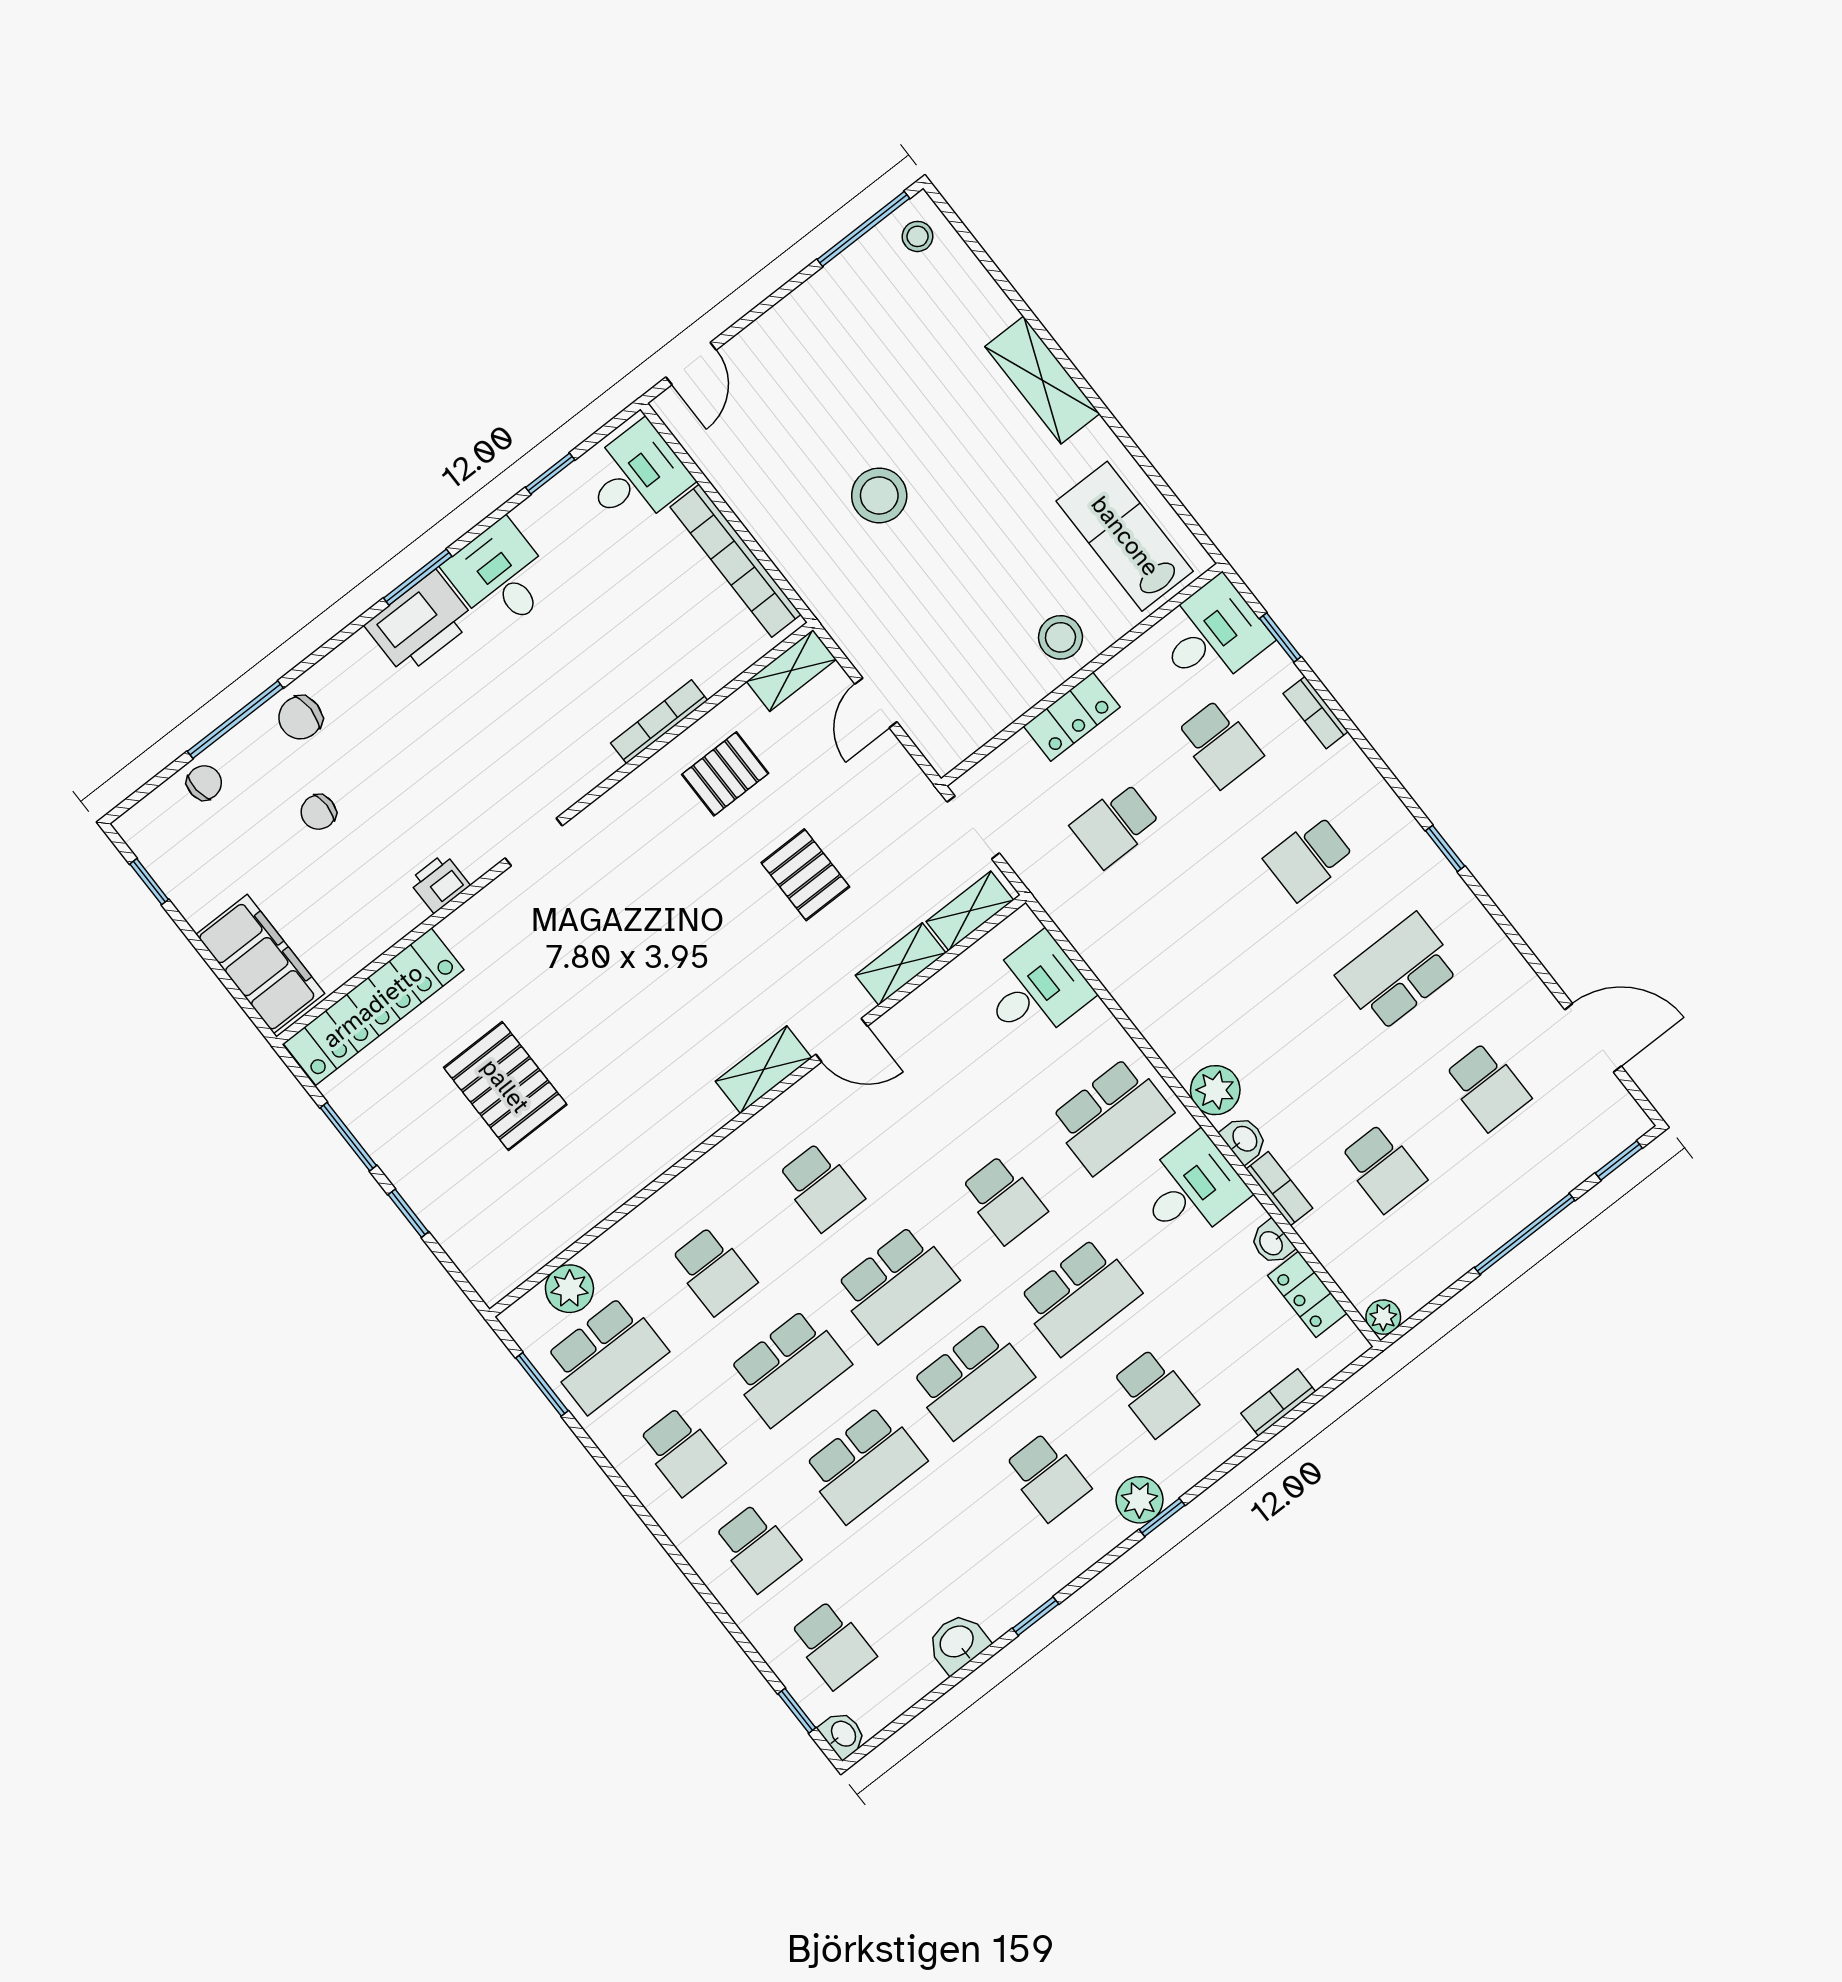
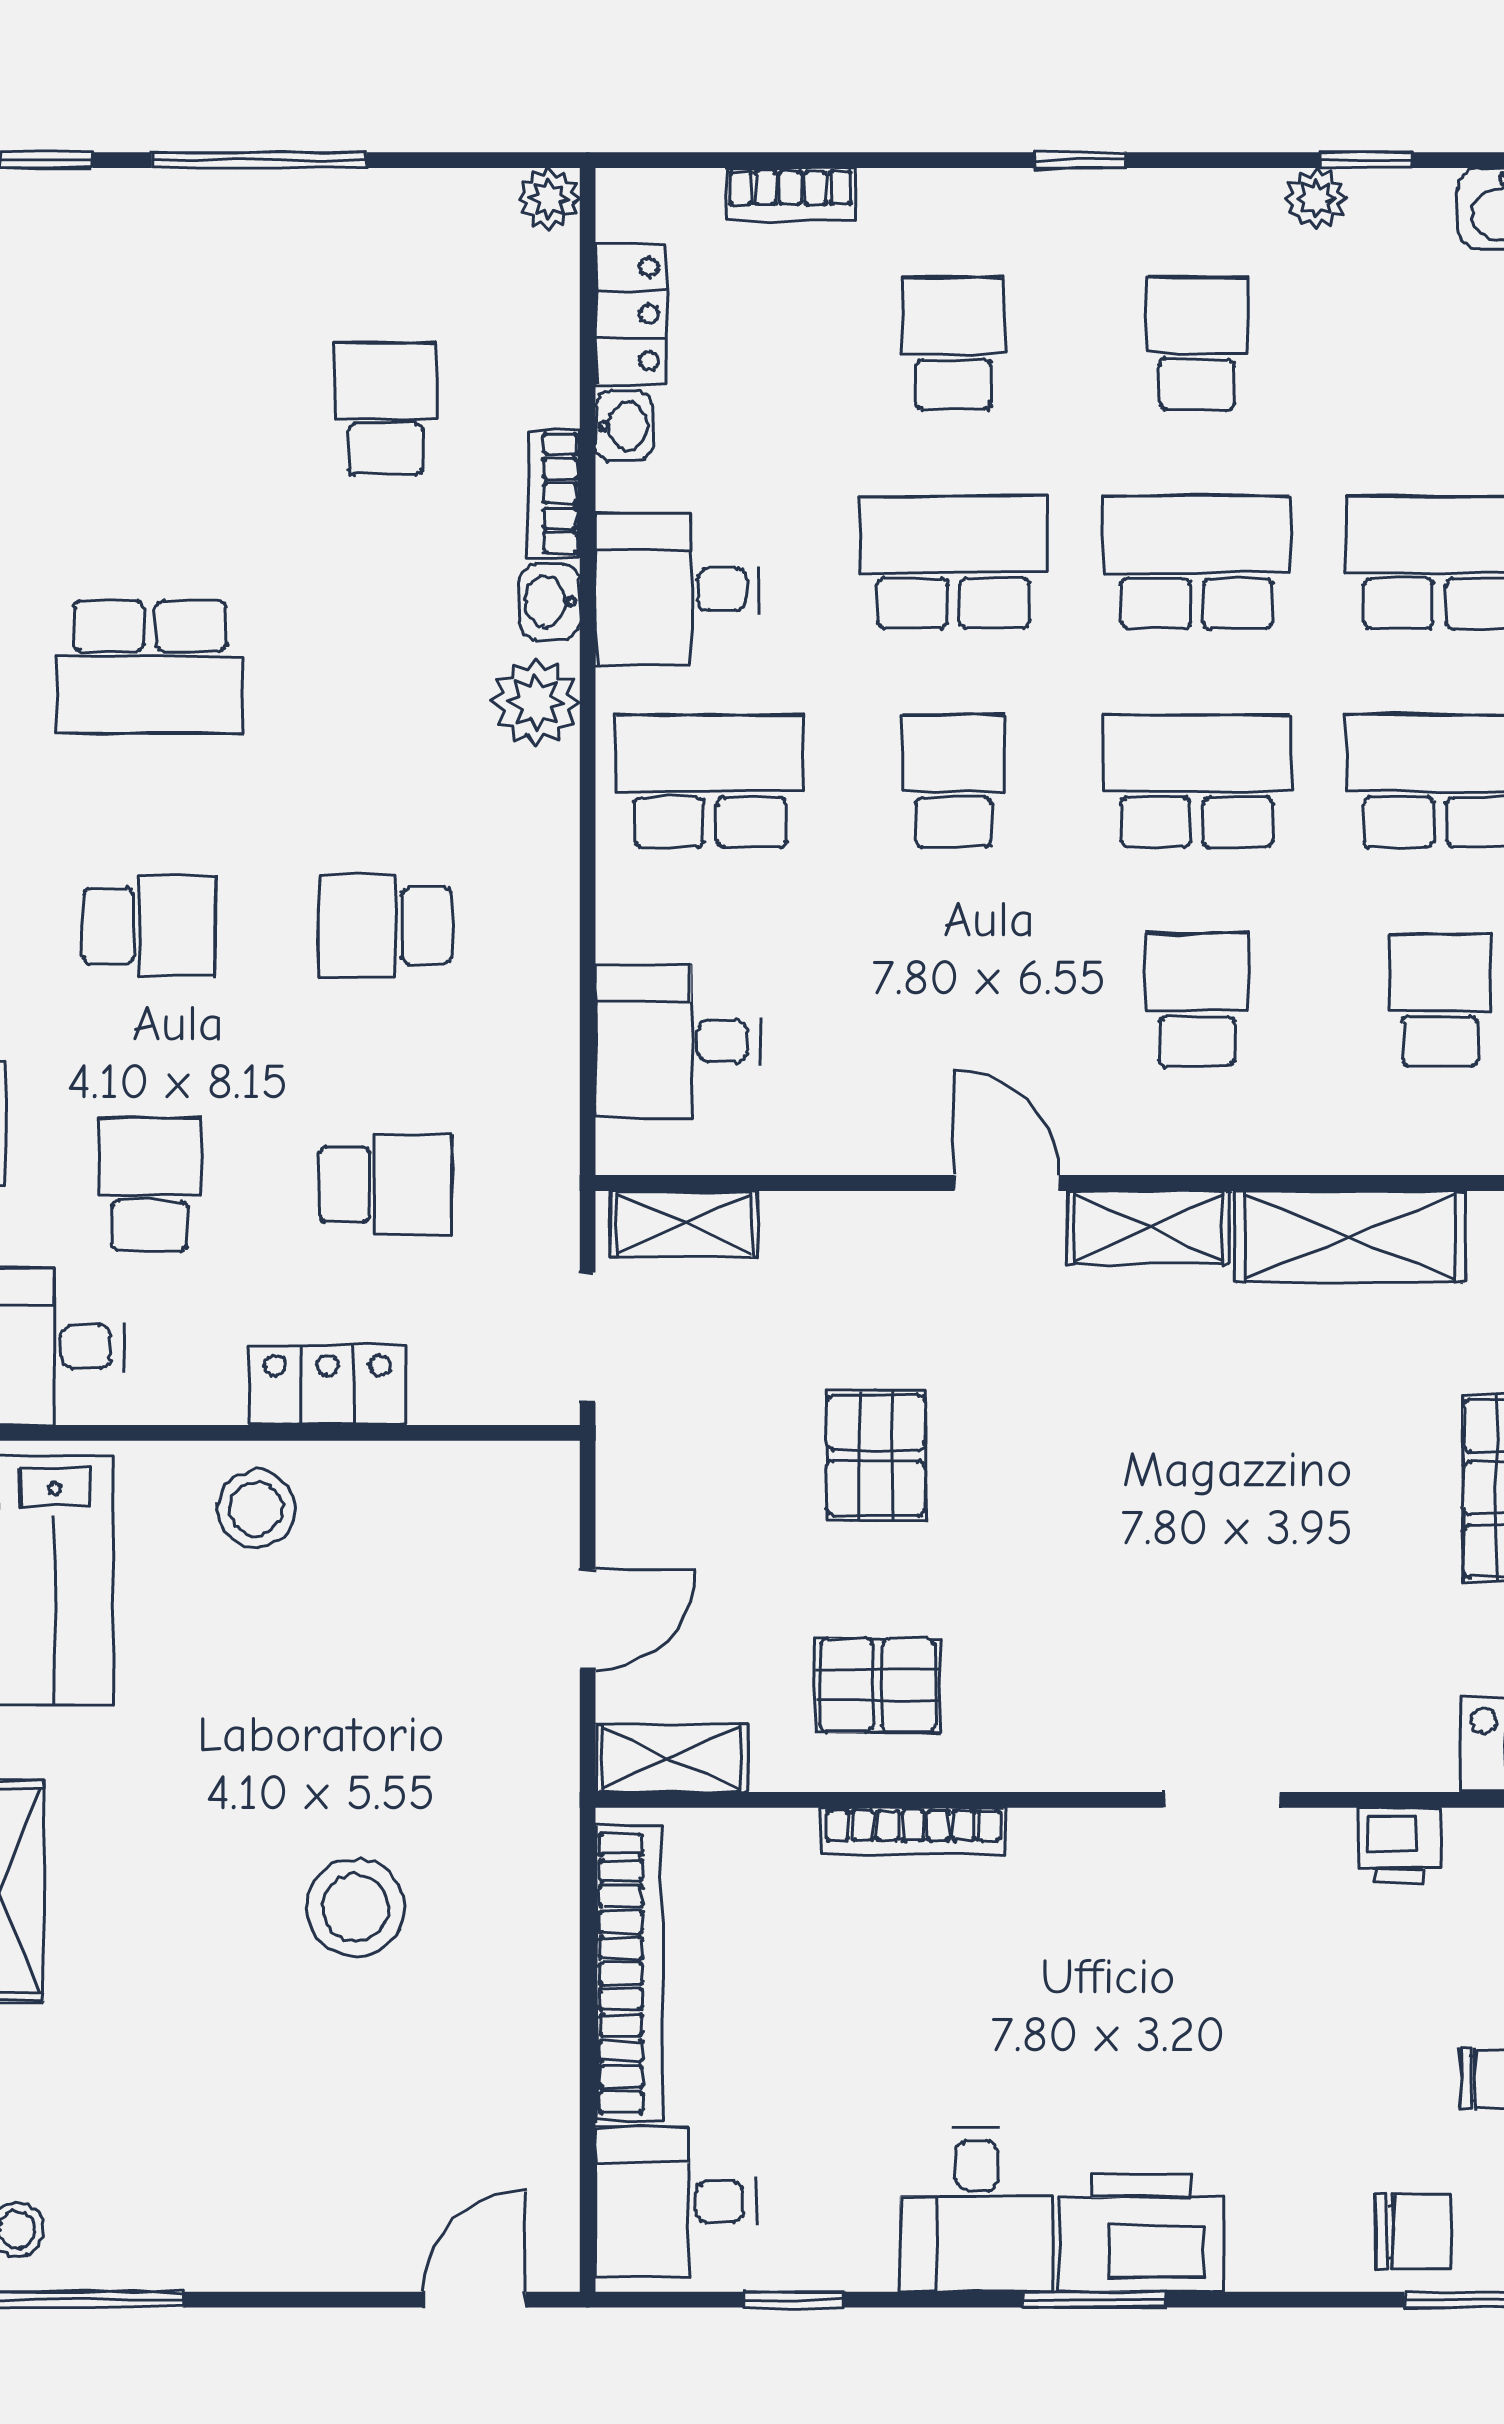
shelving: (901, 964) -> (1350, 1237), moved, width x1.50, depth x1.33
school desk: (1487, 1087) -> (386, 926), moved, turned -90
plant: (1139, 1500) -> (1316, 198), moved, width x0.73, depth x0.73

